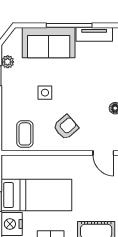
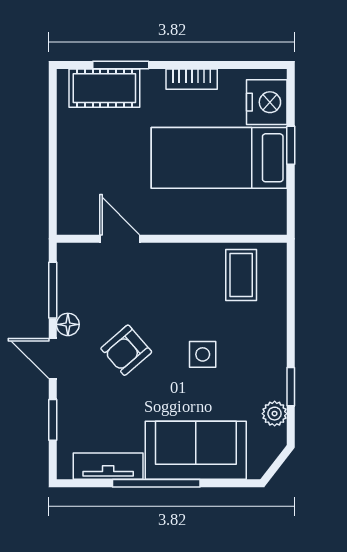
armchair: (66, 127) -> (126, 350), moved
door: (103, 153) -> (120, 239), moved

